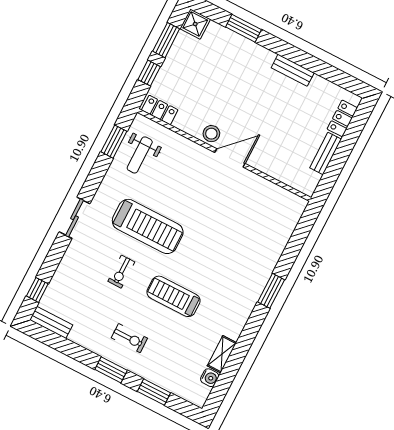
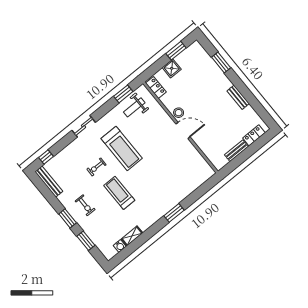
shower: (195, 24) -> (172, 68), moved
window: (149, 73) -> (159, 65), removed
bench: (51, 322) -> (49, 182), width x1.36

